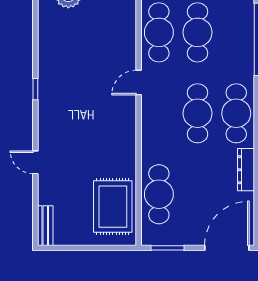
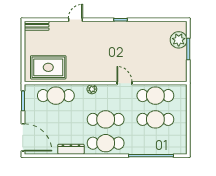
plant: (148, 136) -> (92, 89), added

